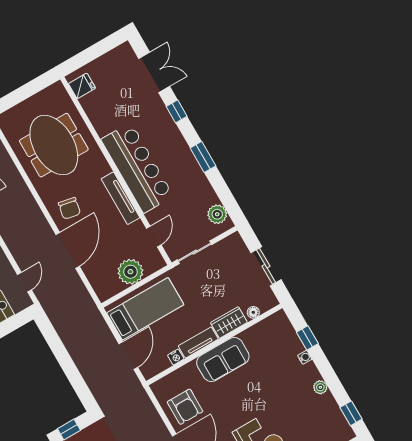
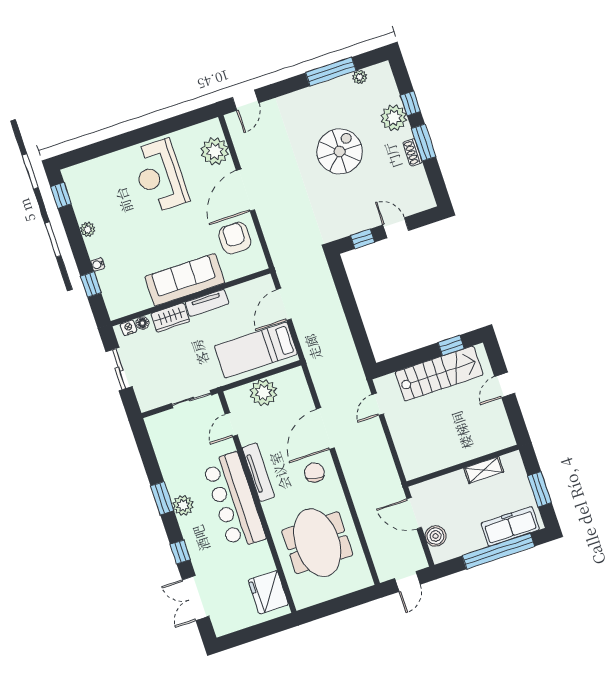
fridge: (82, 86) -> (268, 592), width x1.88, depth x1.34
plant: (217, 214) -> (183, 505), moved
nightstand: (176, 357) -> (128, 328), moved
sofa: (223, 359) -> (185, 280), width x1.36

